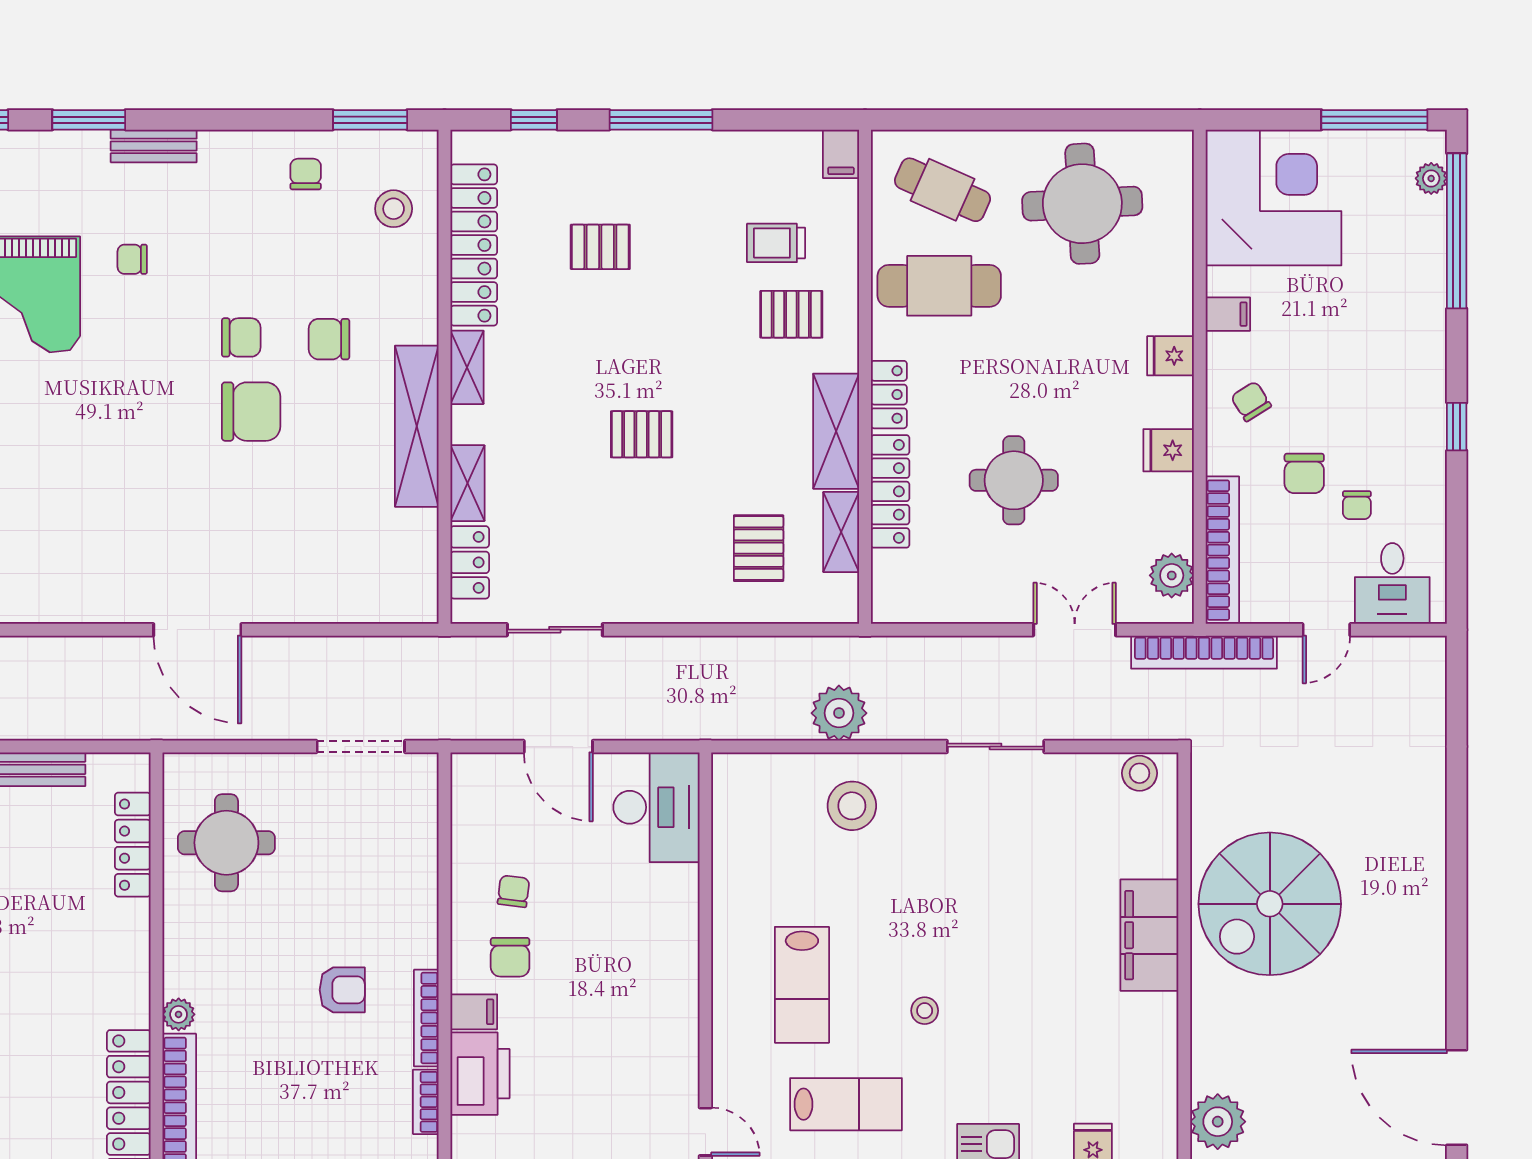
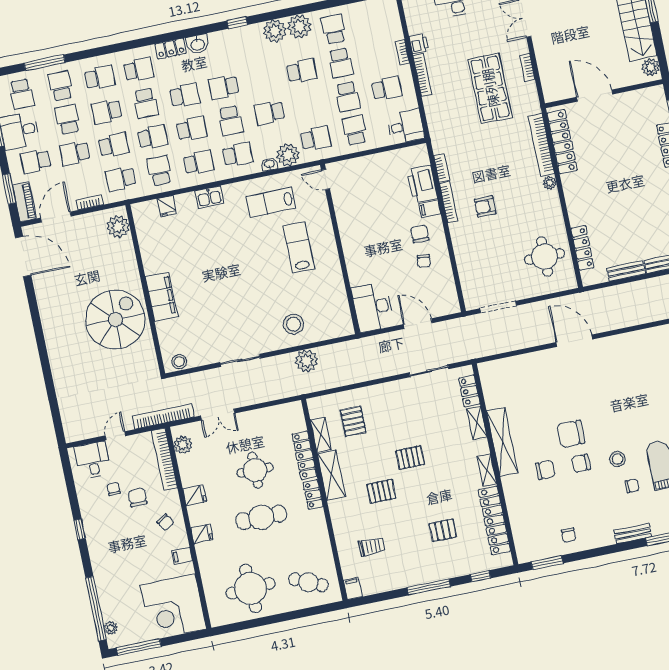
stool: (394, 209) -> (617, 459), moved
cafe table: (939, 286) -> (261, 517), moved
pallet: (791, 314) -> (381, 491), moved
stool: (925, 1011) -> (247, 247), removed

